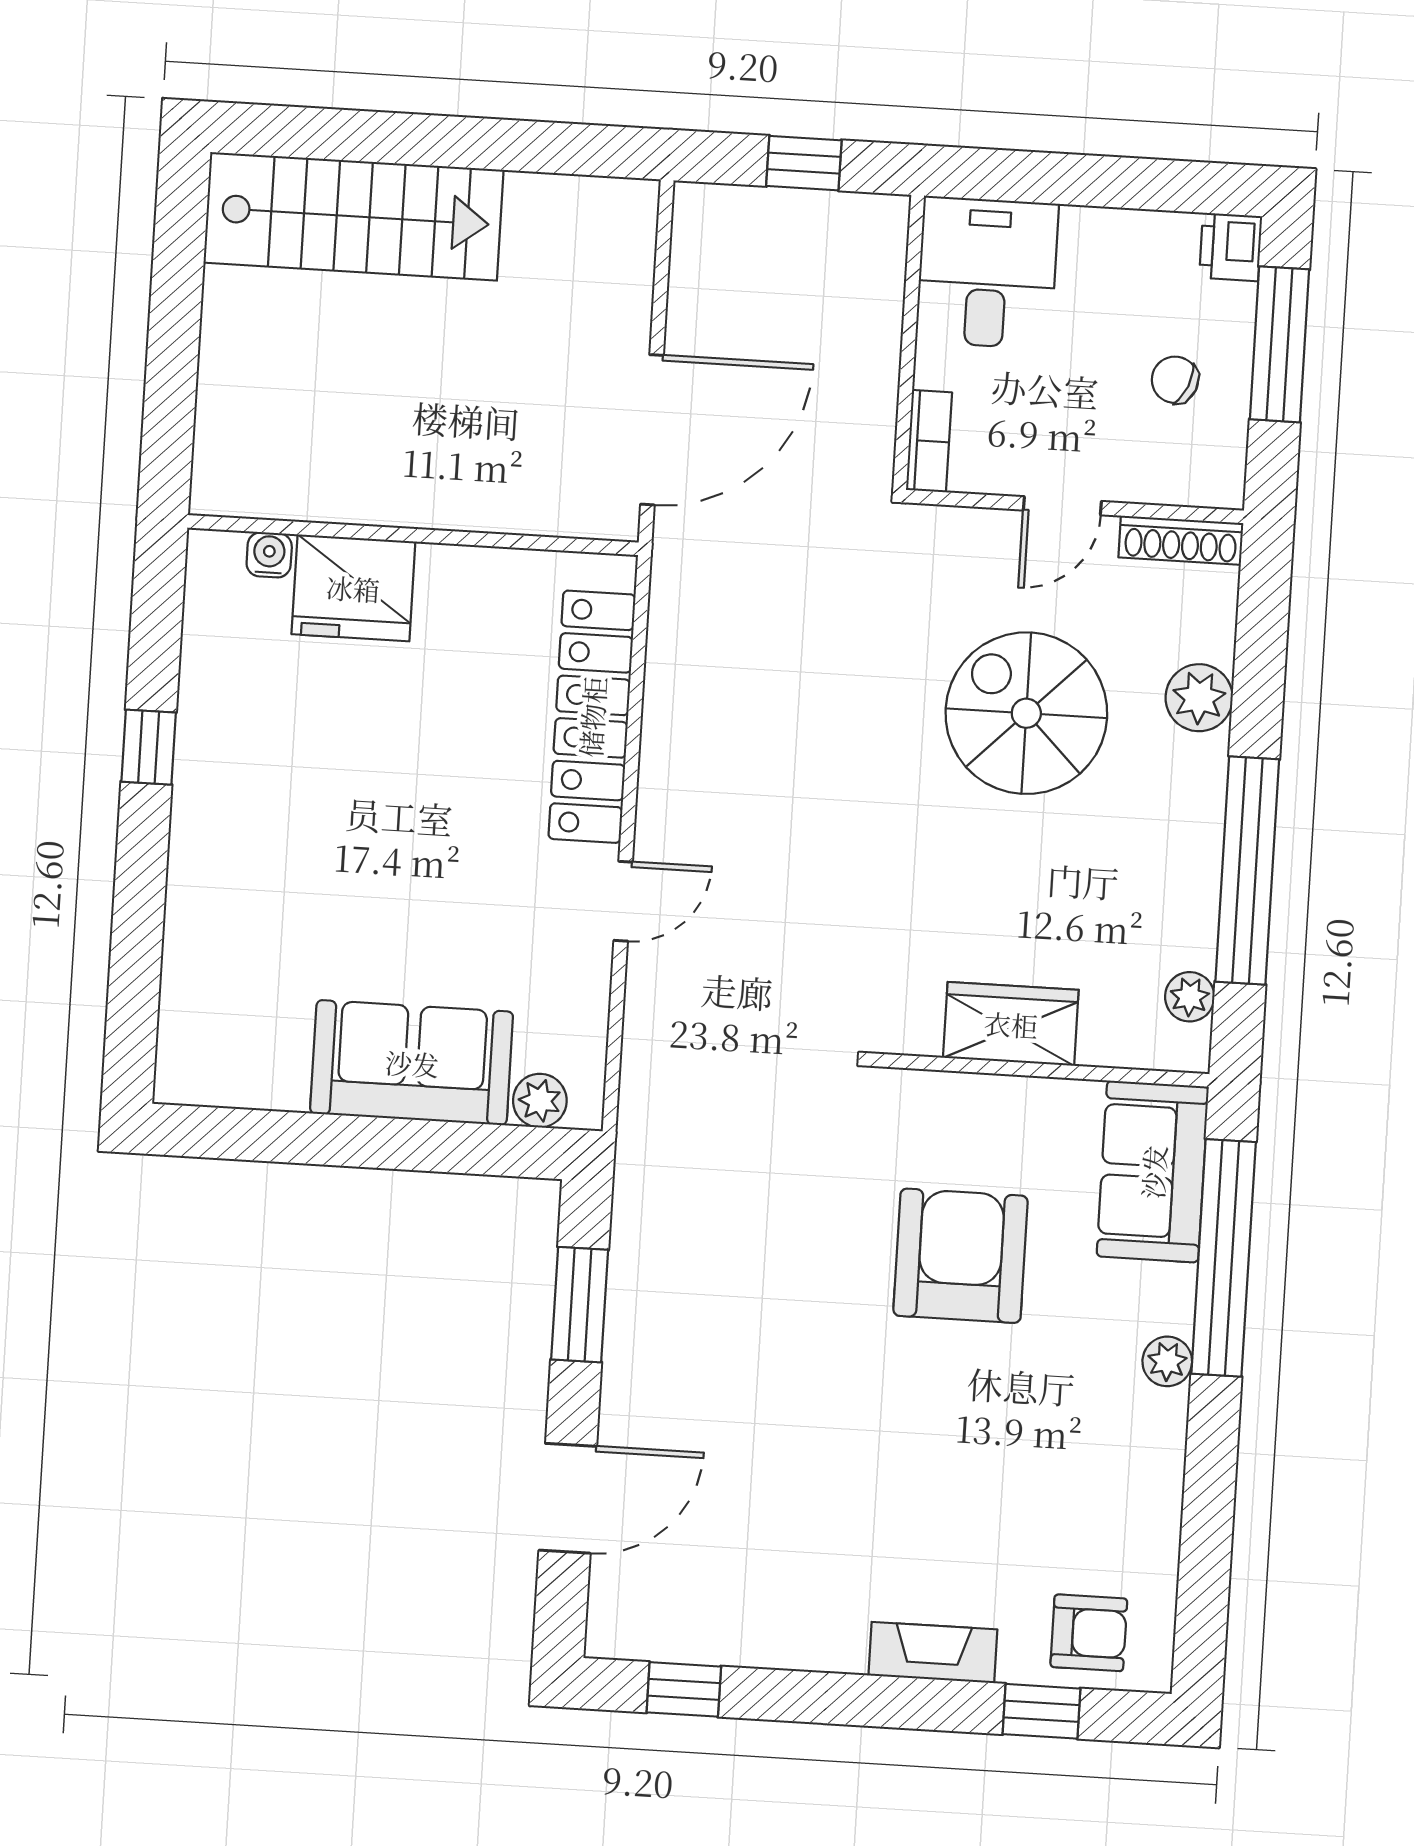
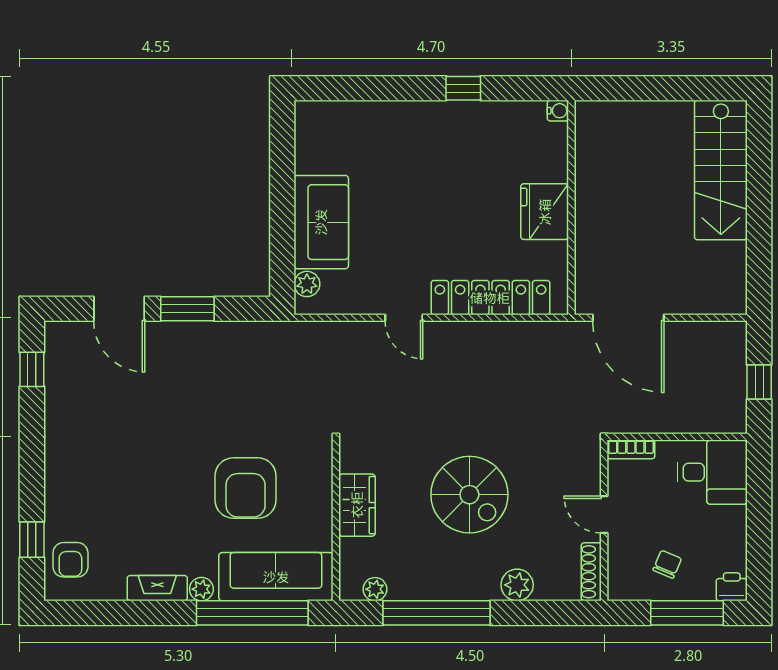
water cooler: (269, 555) -> (558, 111), moved
fridge: (353, 588) -> (545, 212), moved
spiral stairs: (1026, 713) -> (469, 495), moved, turned 90
sofa: (1153, 1172) -> (276, 577), width x1.36
armchair: (961, 1256) -> (246, 488), turned 90
window: (580, 1305) -> (187, 309), moved
fireplace: (933, 1653) -> (157, 588), moved, turned -90

